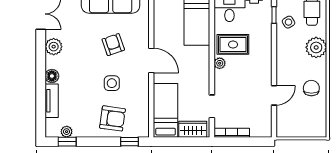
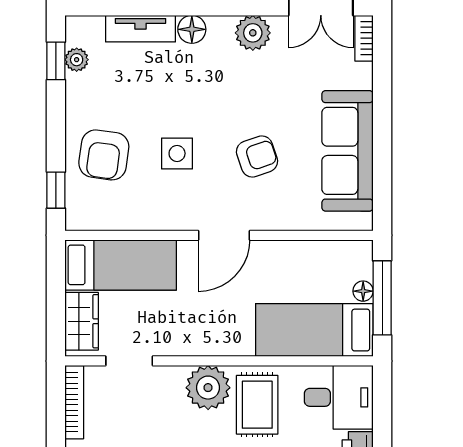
plant: (220, 63) -> (208, 388), width x1.88, depth x1.88

